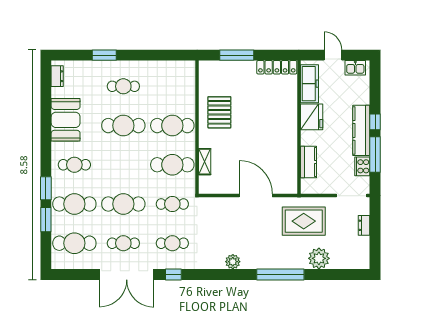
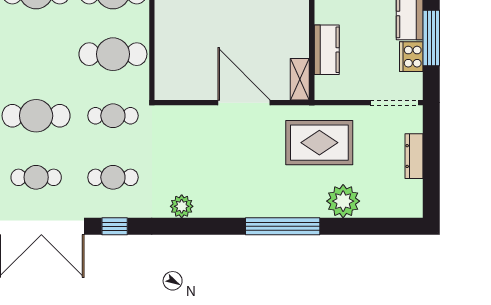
shelving: (205, 162) -> (300, 79), moved
dresser: (364, 225) -> (414, 156), width x1.44
plant: (233, 262) -> (182, 206), moved

